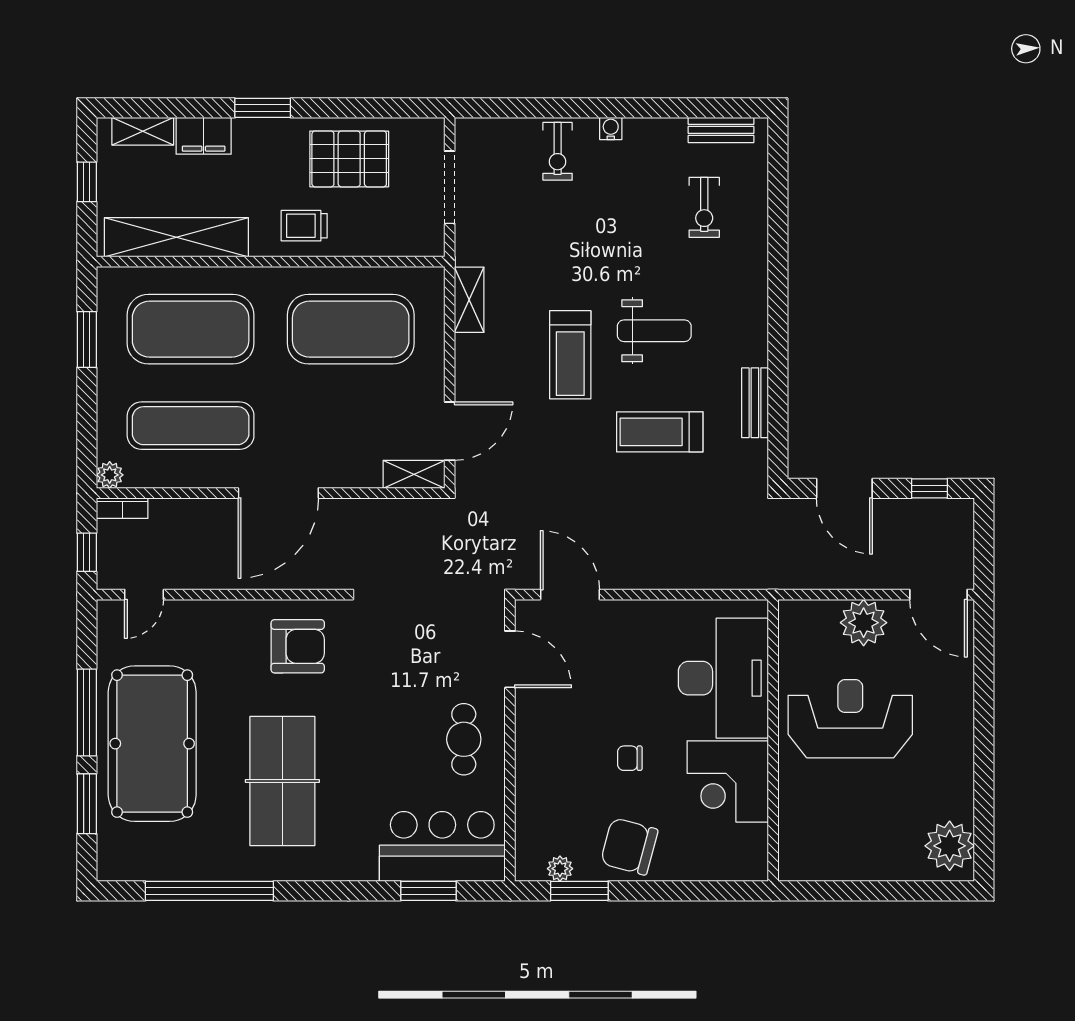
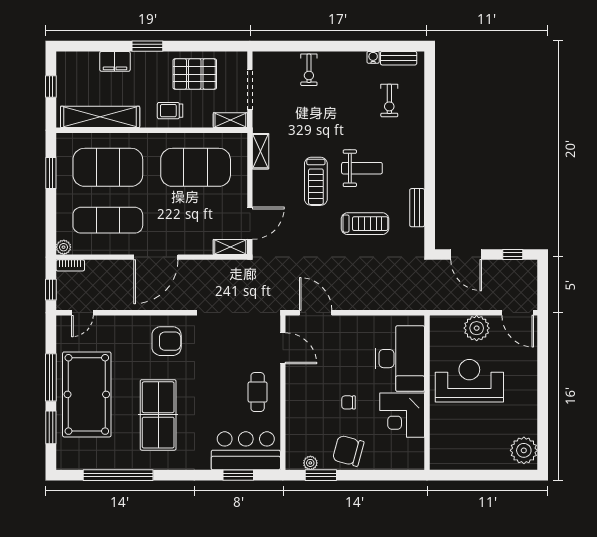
water cooler: (611, 129) -> (373, 57), moved
shelving: (143, 131) -> (230, 120), moved
treadmill: (660, 432) -> (365, 224), turned 180

